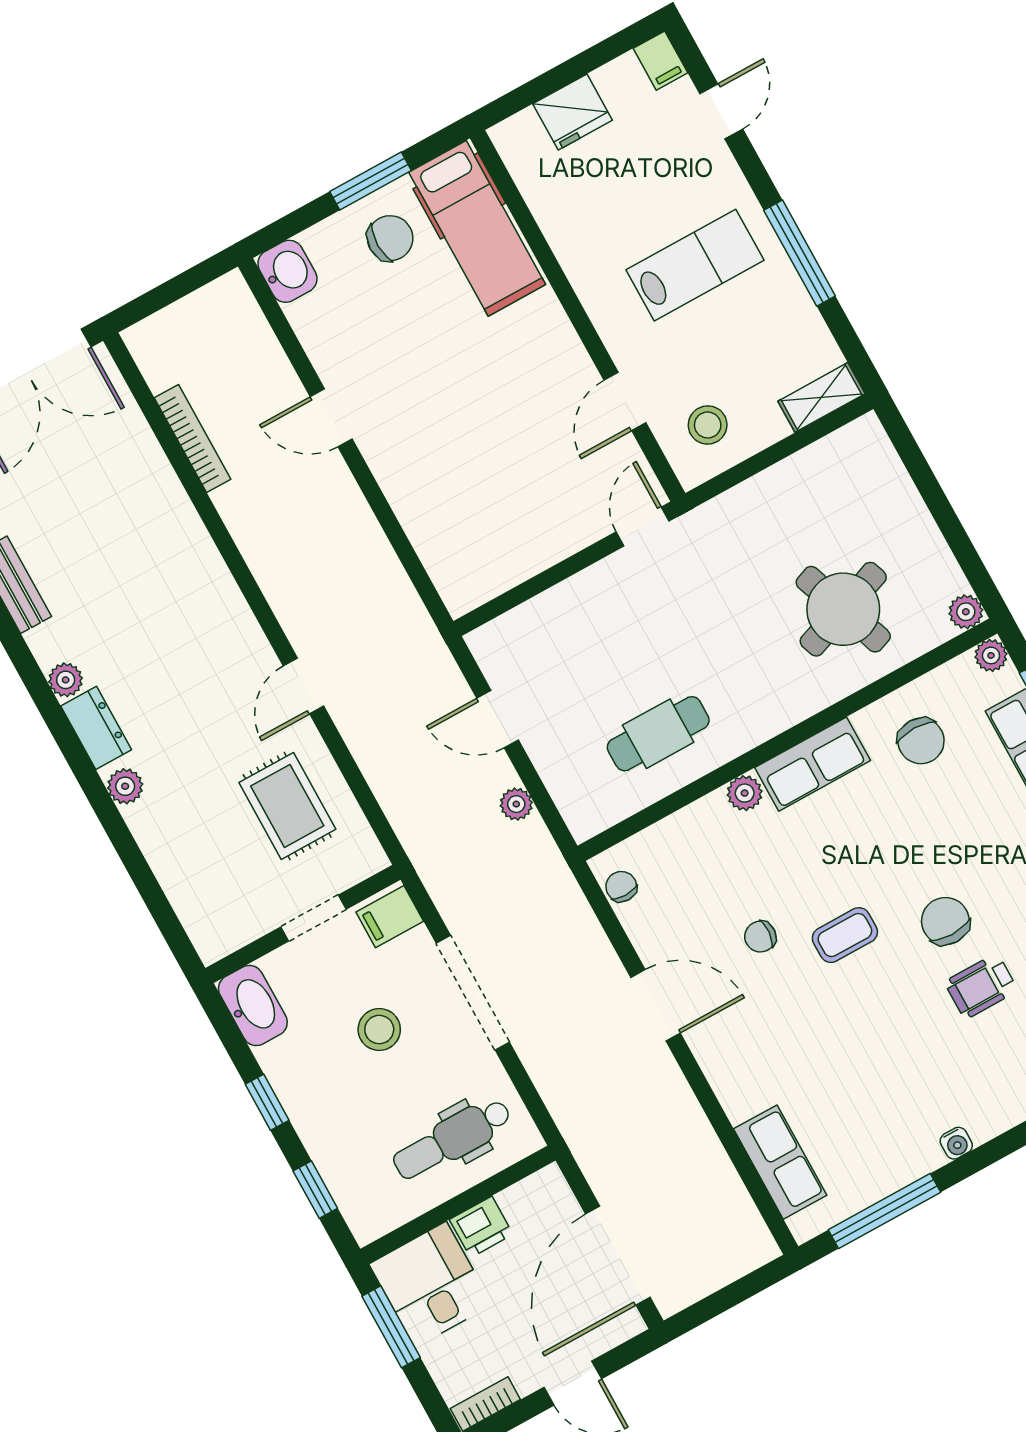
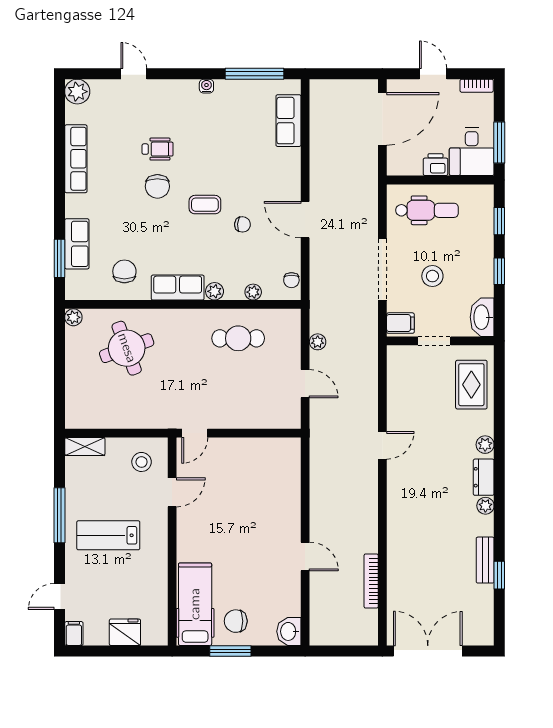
plant: (991, 655) -> (253, 292), moved
rug: (287, 806) -> (471, 385), moved

